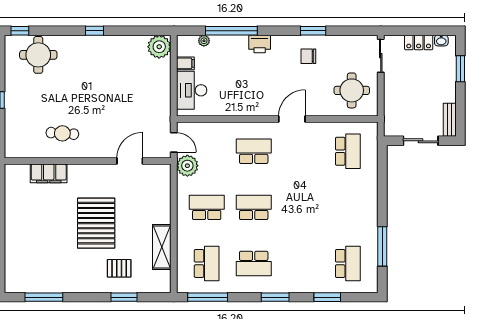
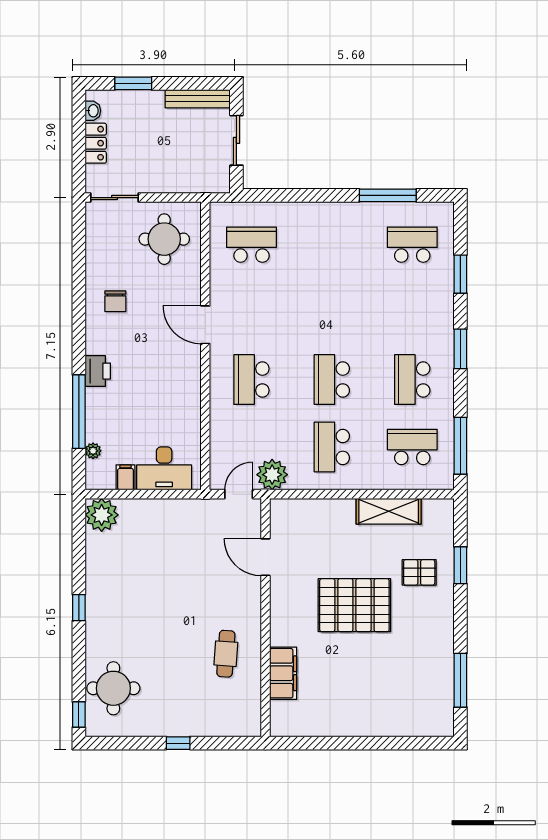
window: (313, 31) -> (79, 294), removed
bench: (450, 120) -> (198, 99), width x1.36
school desk: (254, 263) -> (412, 380), turned 180
pallet: (119, 268) -> (419, 572), turned 90

